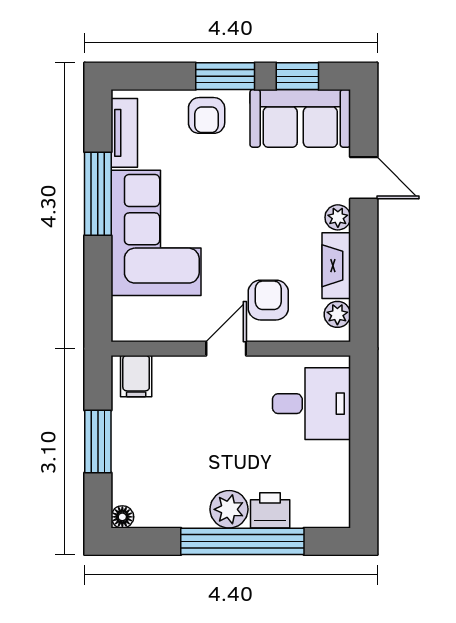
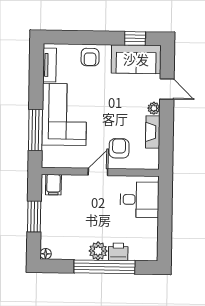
window: (225, 76) -> (100, 38), removed
window: (98, 194) -> (35, 130), moved
plant: (337, 314) -> (153, 156), removed

